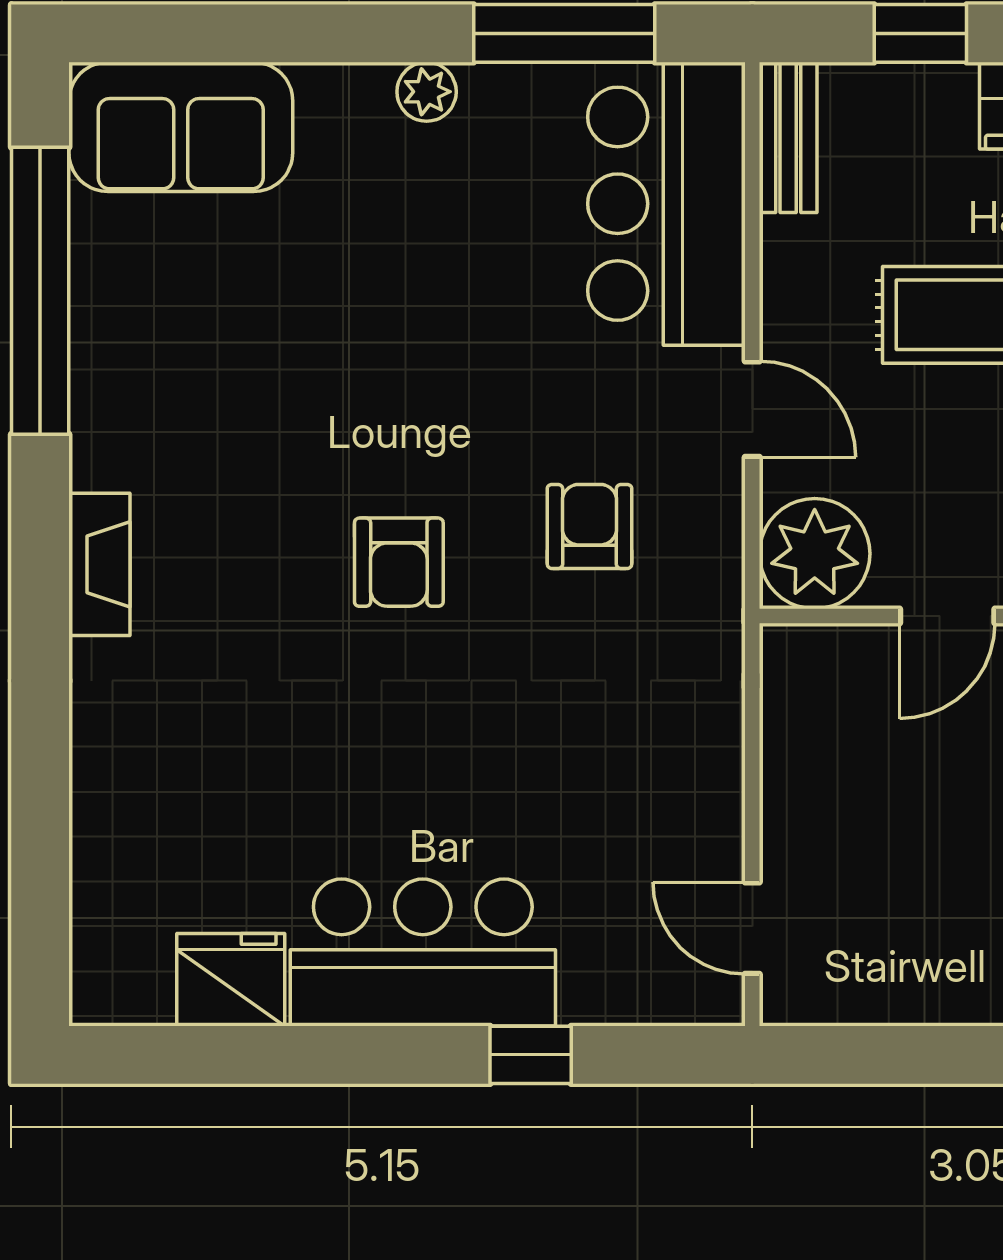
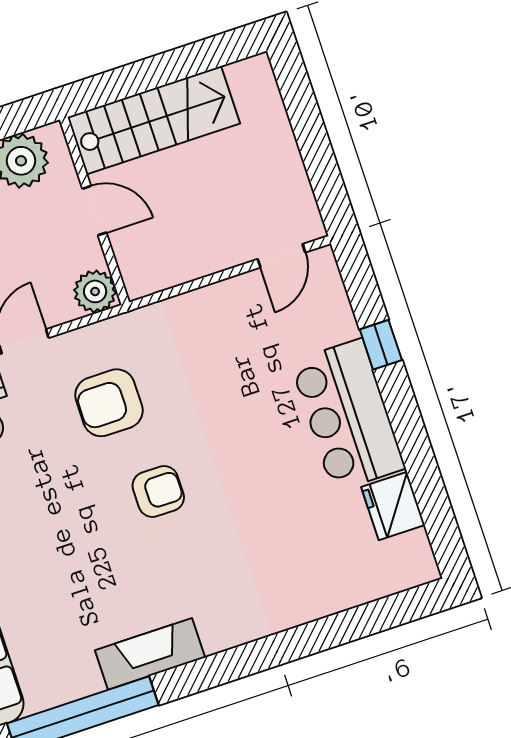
armchair: (590, 526) -> (109, 403), width x1.38, depth x1.38
plant: (815, 554) -> (95, 291), width x0.73, depth x0.73
fireplace: (99, 564) -> (150, 654), moved, width x1.37, depth x1.32

